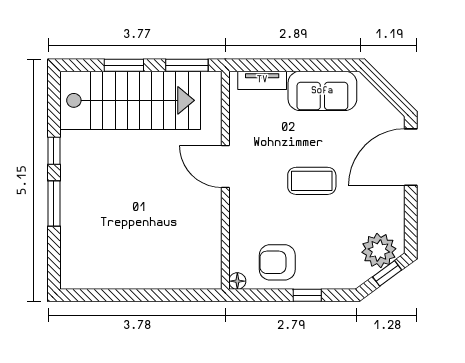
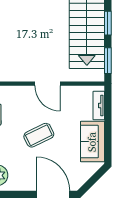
door: (225, 166) -> (47, 84), swing flipped
coffee table: (312, 181) -> (39, 135), turned 64

